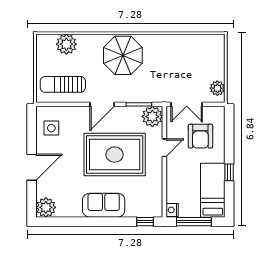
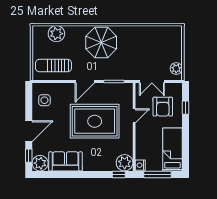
plant: (152, 117) -> (125, 163), moved
window: (229, 172) -> (186, 108), moved
window: (32, 198) -> (29, 156), added
sofa: (104, 205) -> (65, 161), moved

